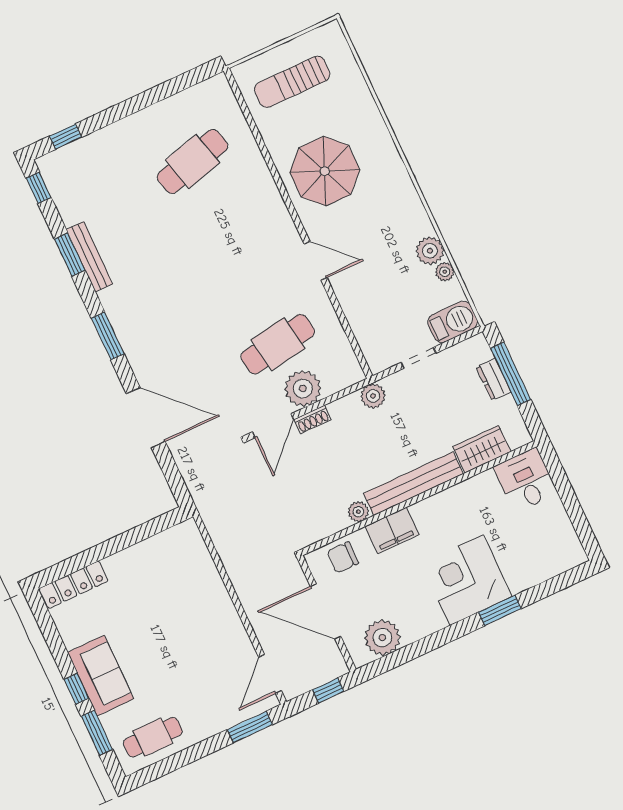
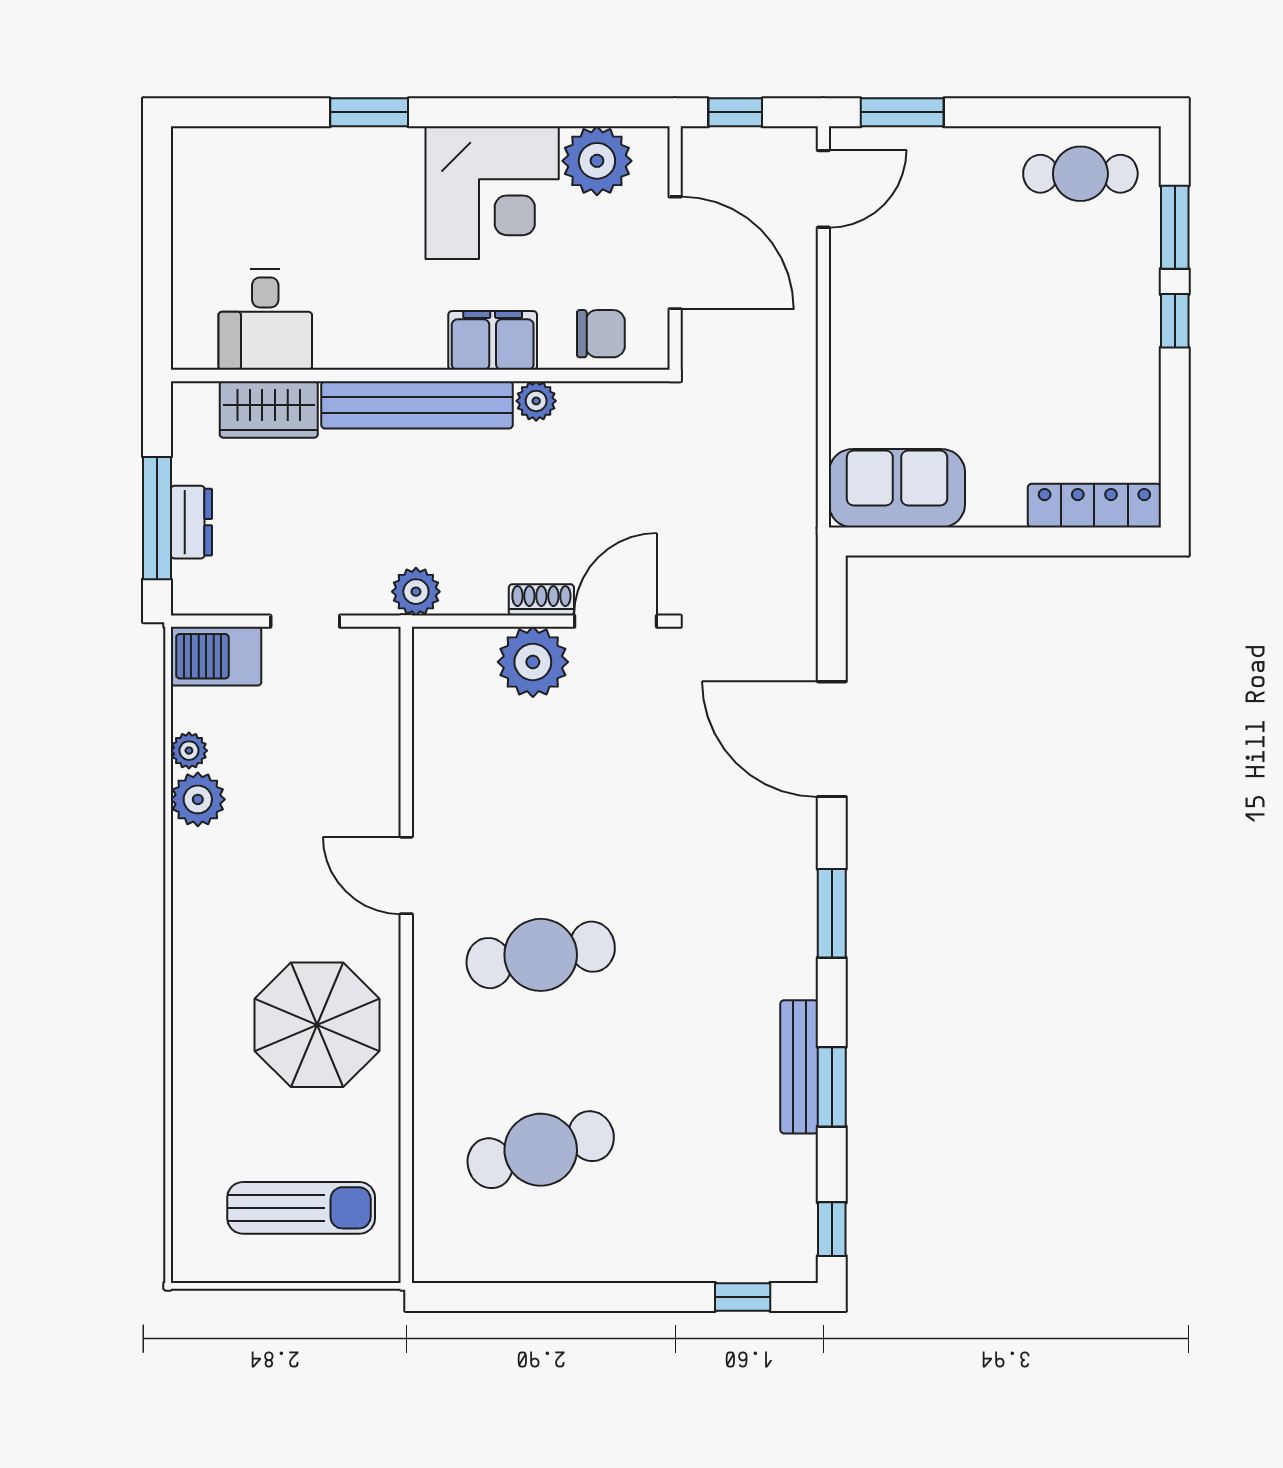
cafe table: (278, 344) -> (541, 955), moved
desk: (526, 480) -> (265, 320), moved
corner desk: (467, 580) -> (492, 193), moved
sofa: (101, 676) -> (897, 488), moved, turned 90

